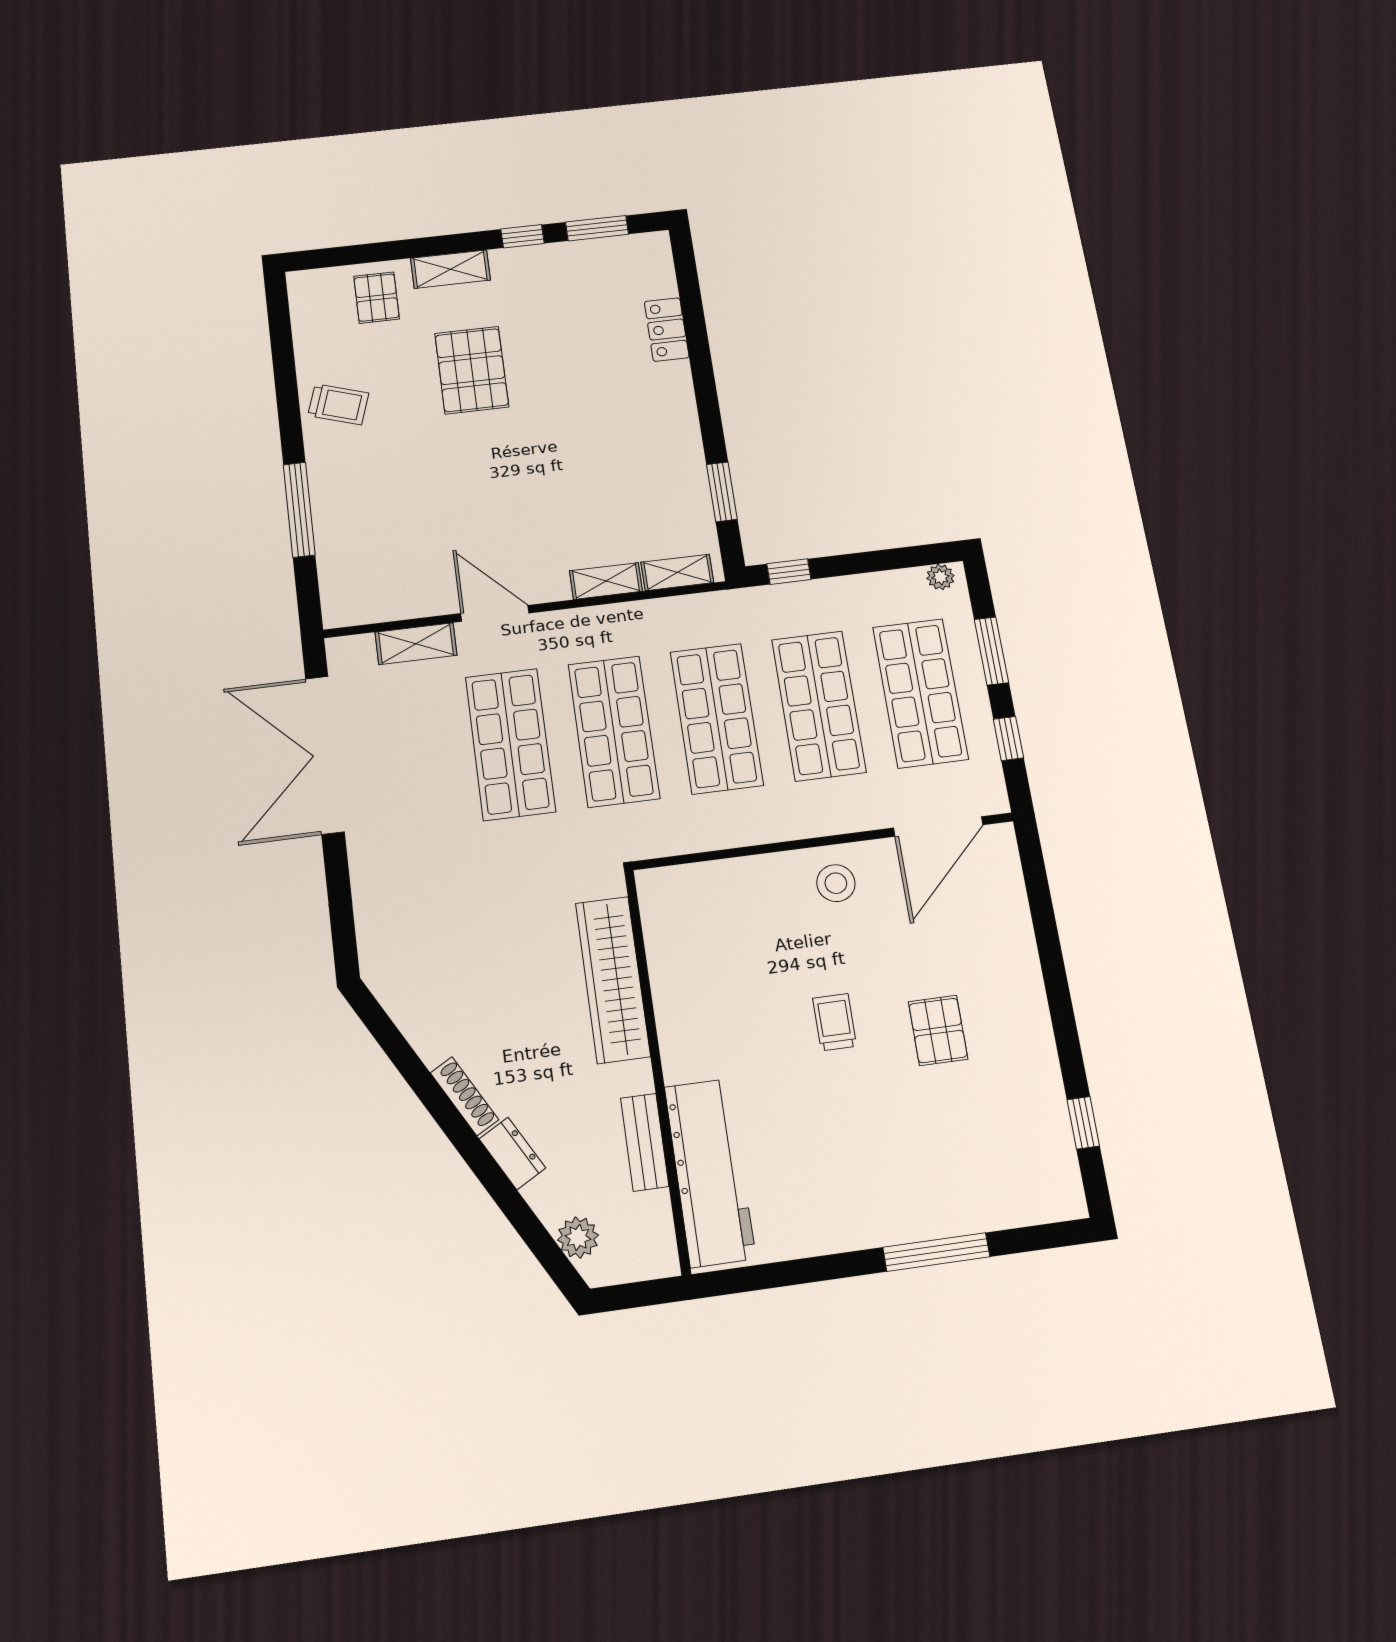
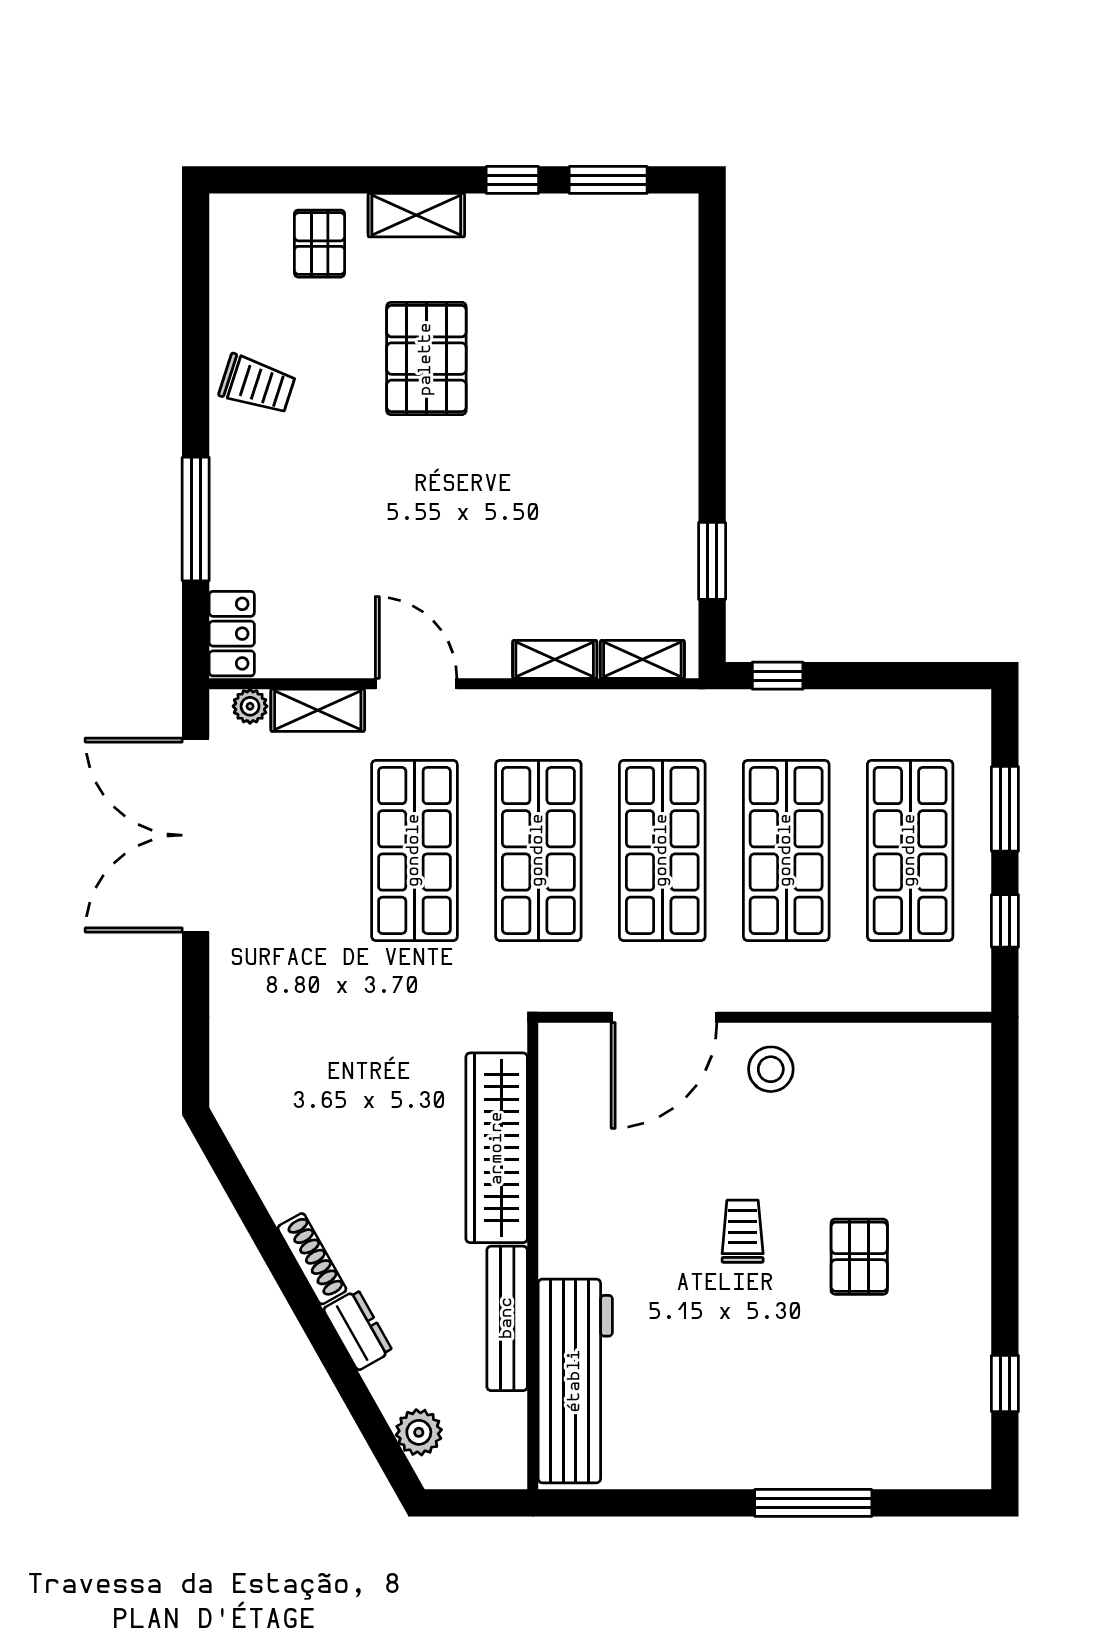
locker: (667, 330) -> (232, 634), moved, turned 180
plant: (940, 577) -> (250, 706), moved
door: (938, 826) -> (664, 1017), moved
bench: (645, 1142) -> (507, 1318), width x1.36

